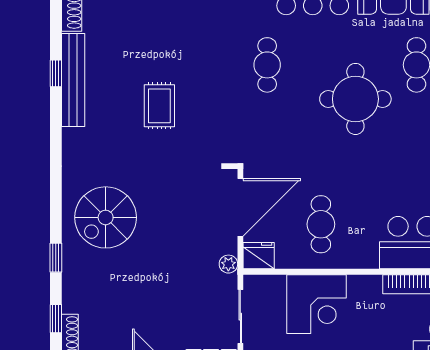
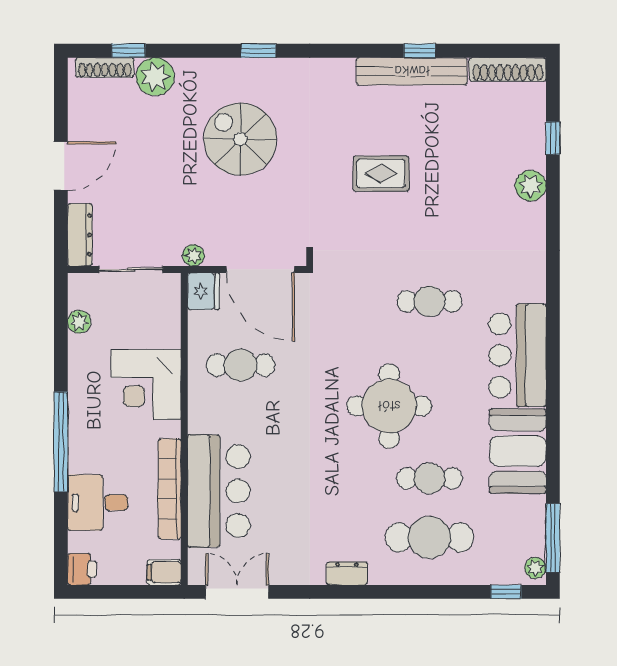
spiral stairs: (106, 217) -> (240, 139), moved
window: (56, 258) -> (258, 51), moved
plant: (78, 296) -> (155, 77), added
corner desk: (316, 304) -> (146, 384), moved

